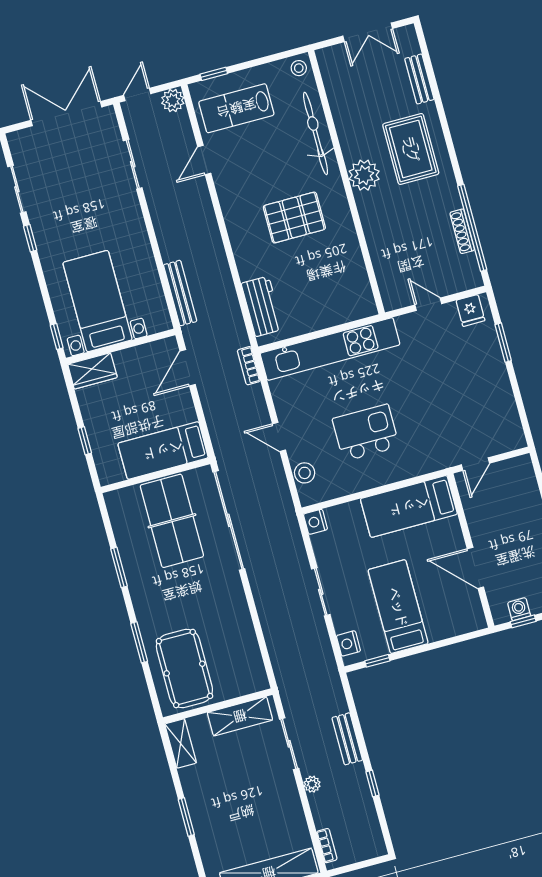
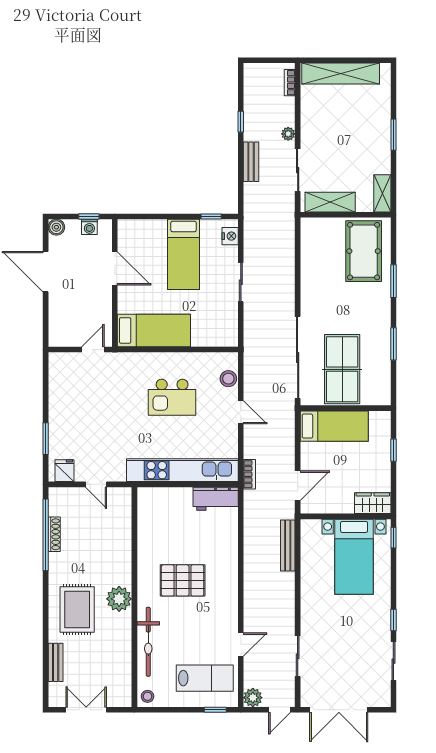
workbench: (262, 306) -> (216, 499), moved, turned -90
nightstand: (315, 522) -> (230, 338), removed

